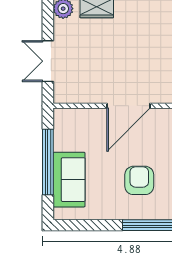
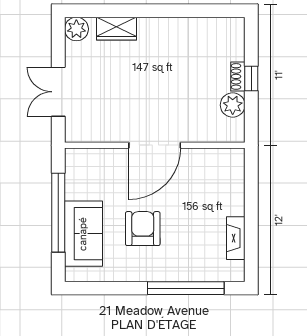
armchair: (139, 180) -> (143, 229), moved

